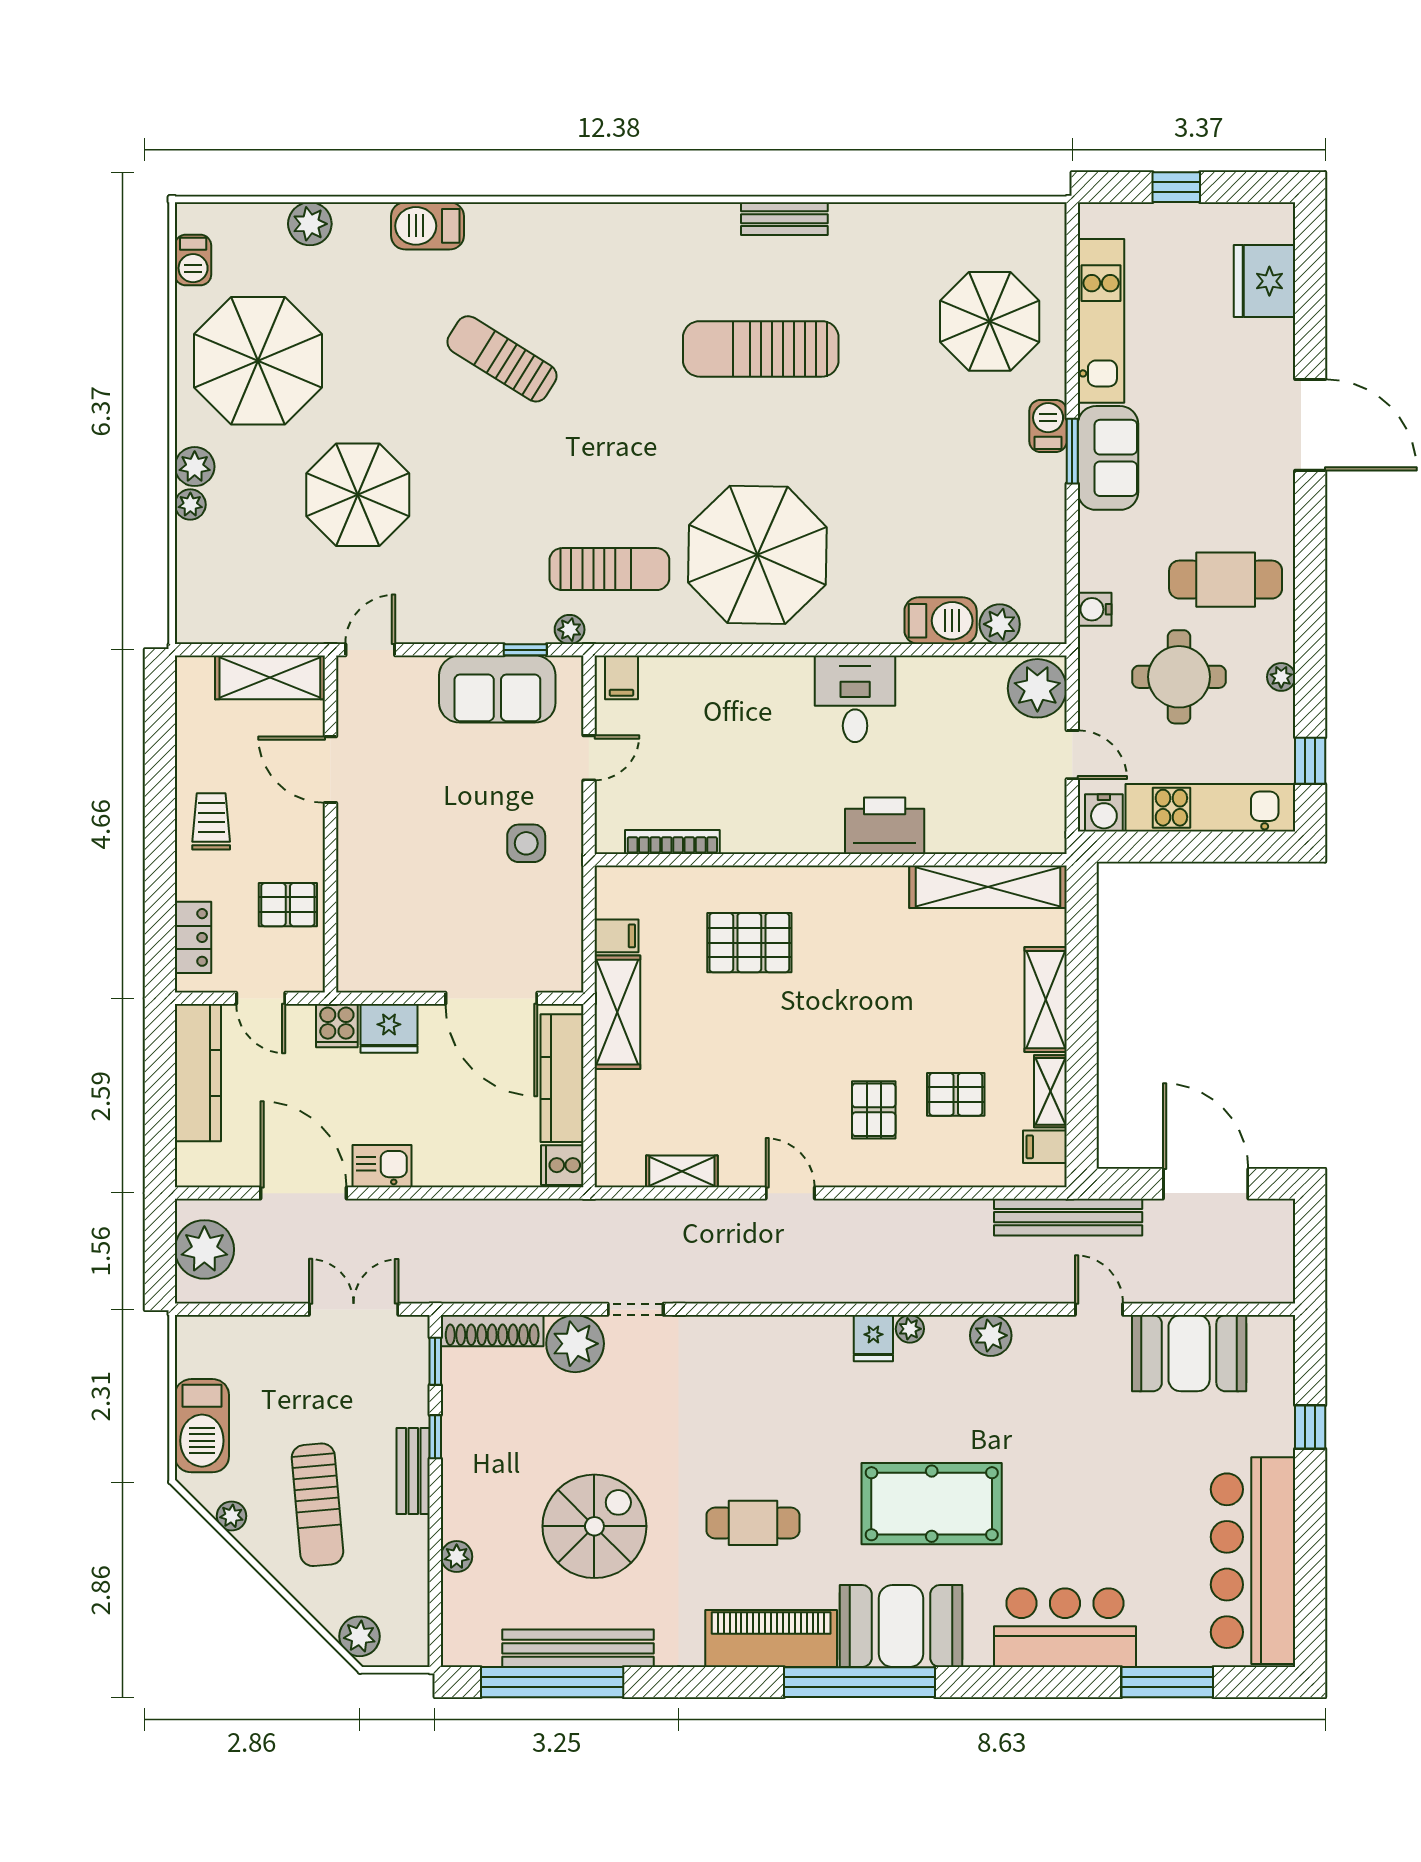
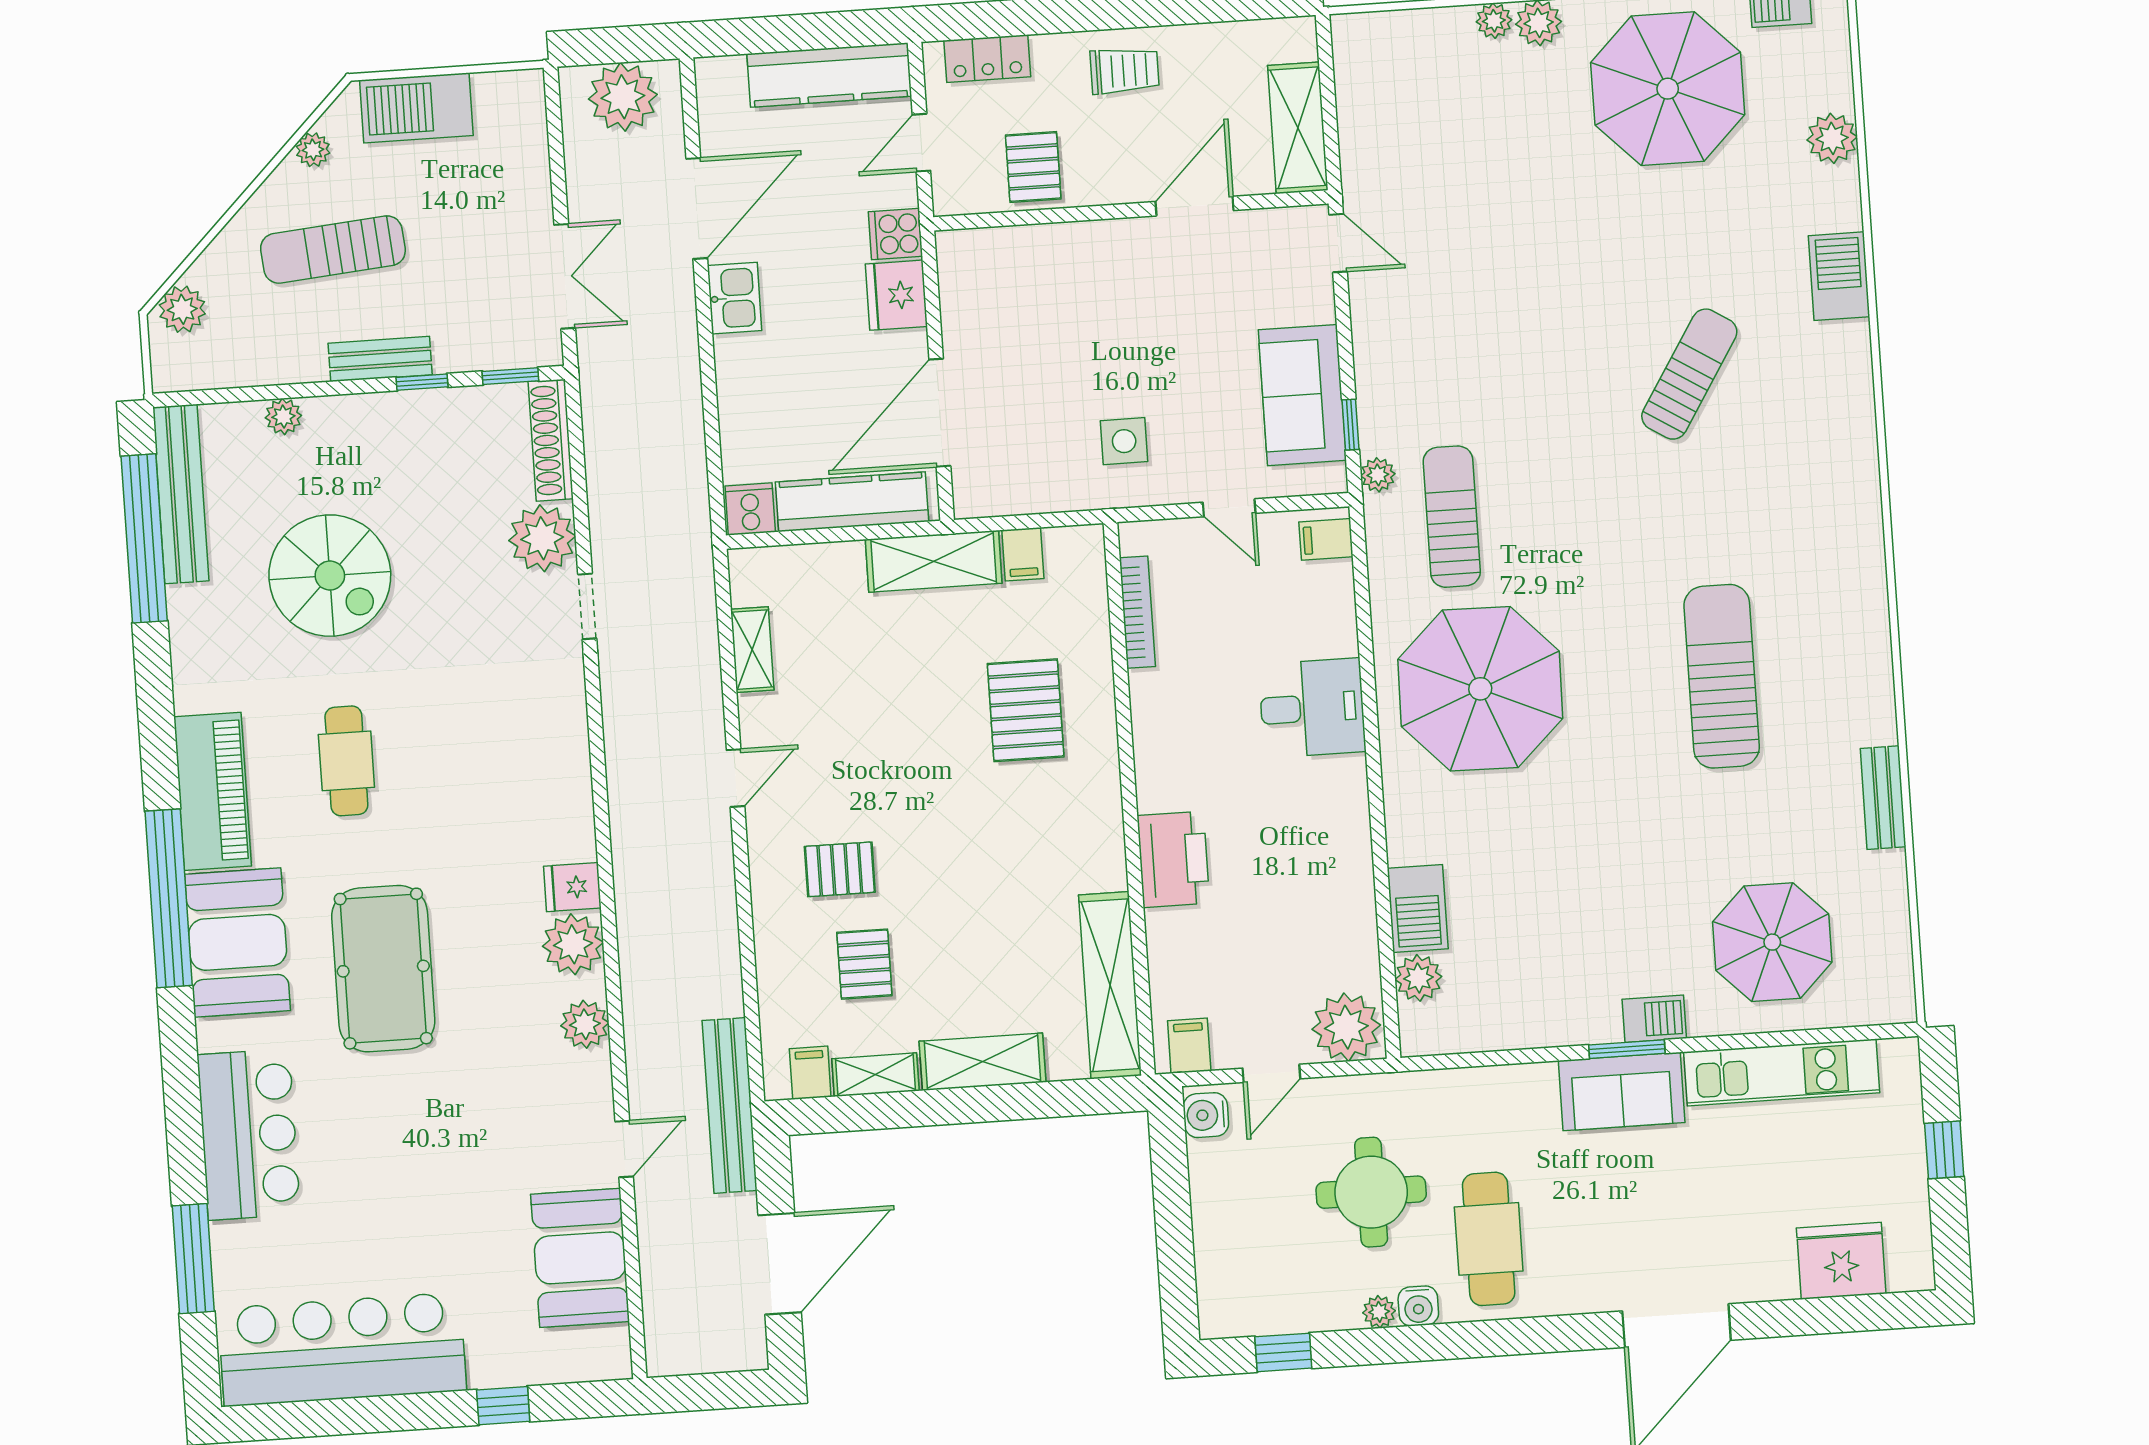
bench: (784, 219) -> (1883, 798), moved
parasol: (358, 495) -> (1519, 216), removed
sun lounger: (609, 569) -> (1452, 517), turned 180
water cooler: (1095, 609) -> (1418, 1306), moved, turned 180
desk: (855, 699) -> (1312, 708), moved
kitchen unit: (1210, 808) -> (1220, 1239), removed
filing cabinet: (1044, 823) -> (1189, 1046), added
plant: (910, 1329) -> (573, 944), width x1.87, depth x1.87
bench: (578, 1648) -> (181, 494), moved

